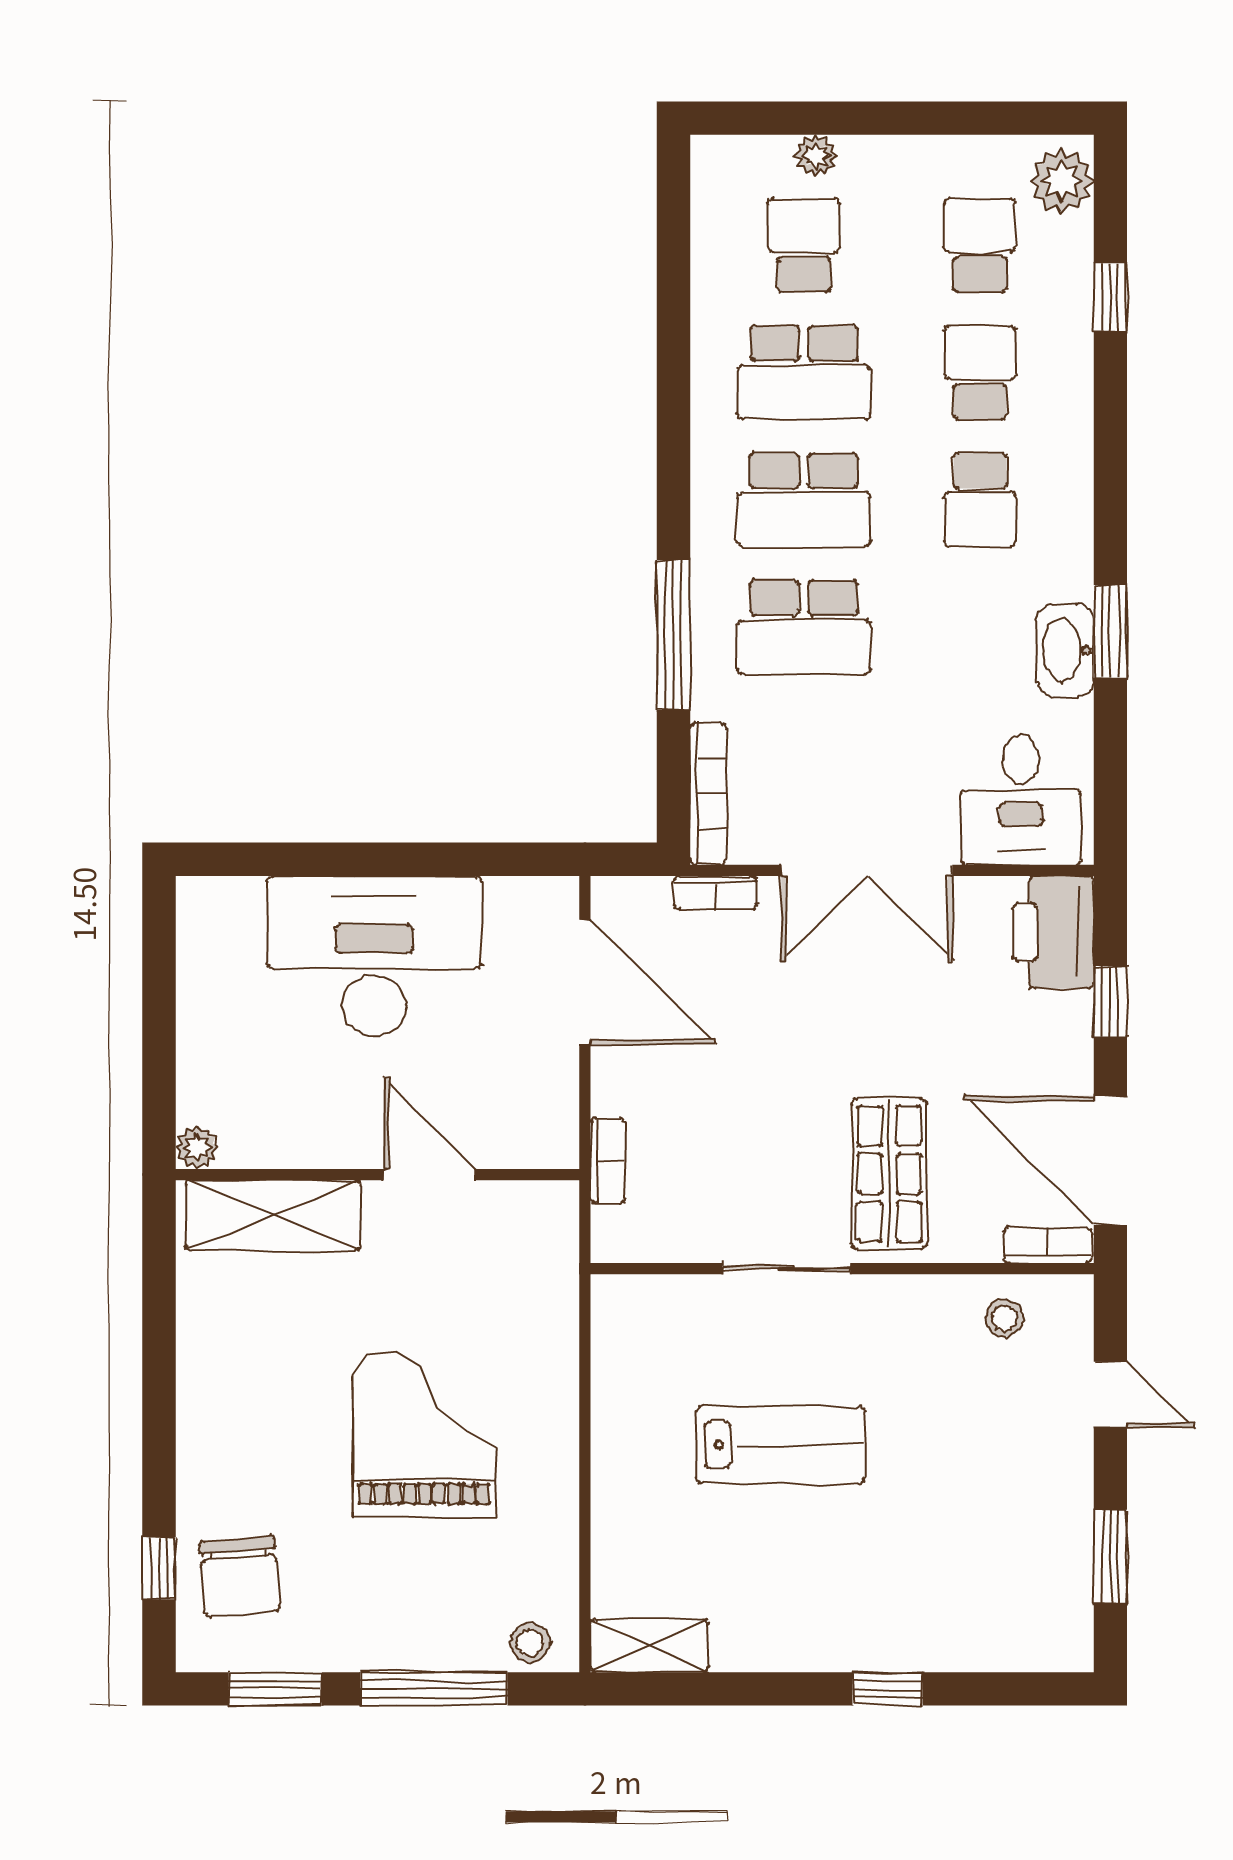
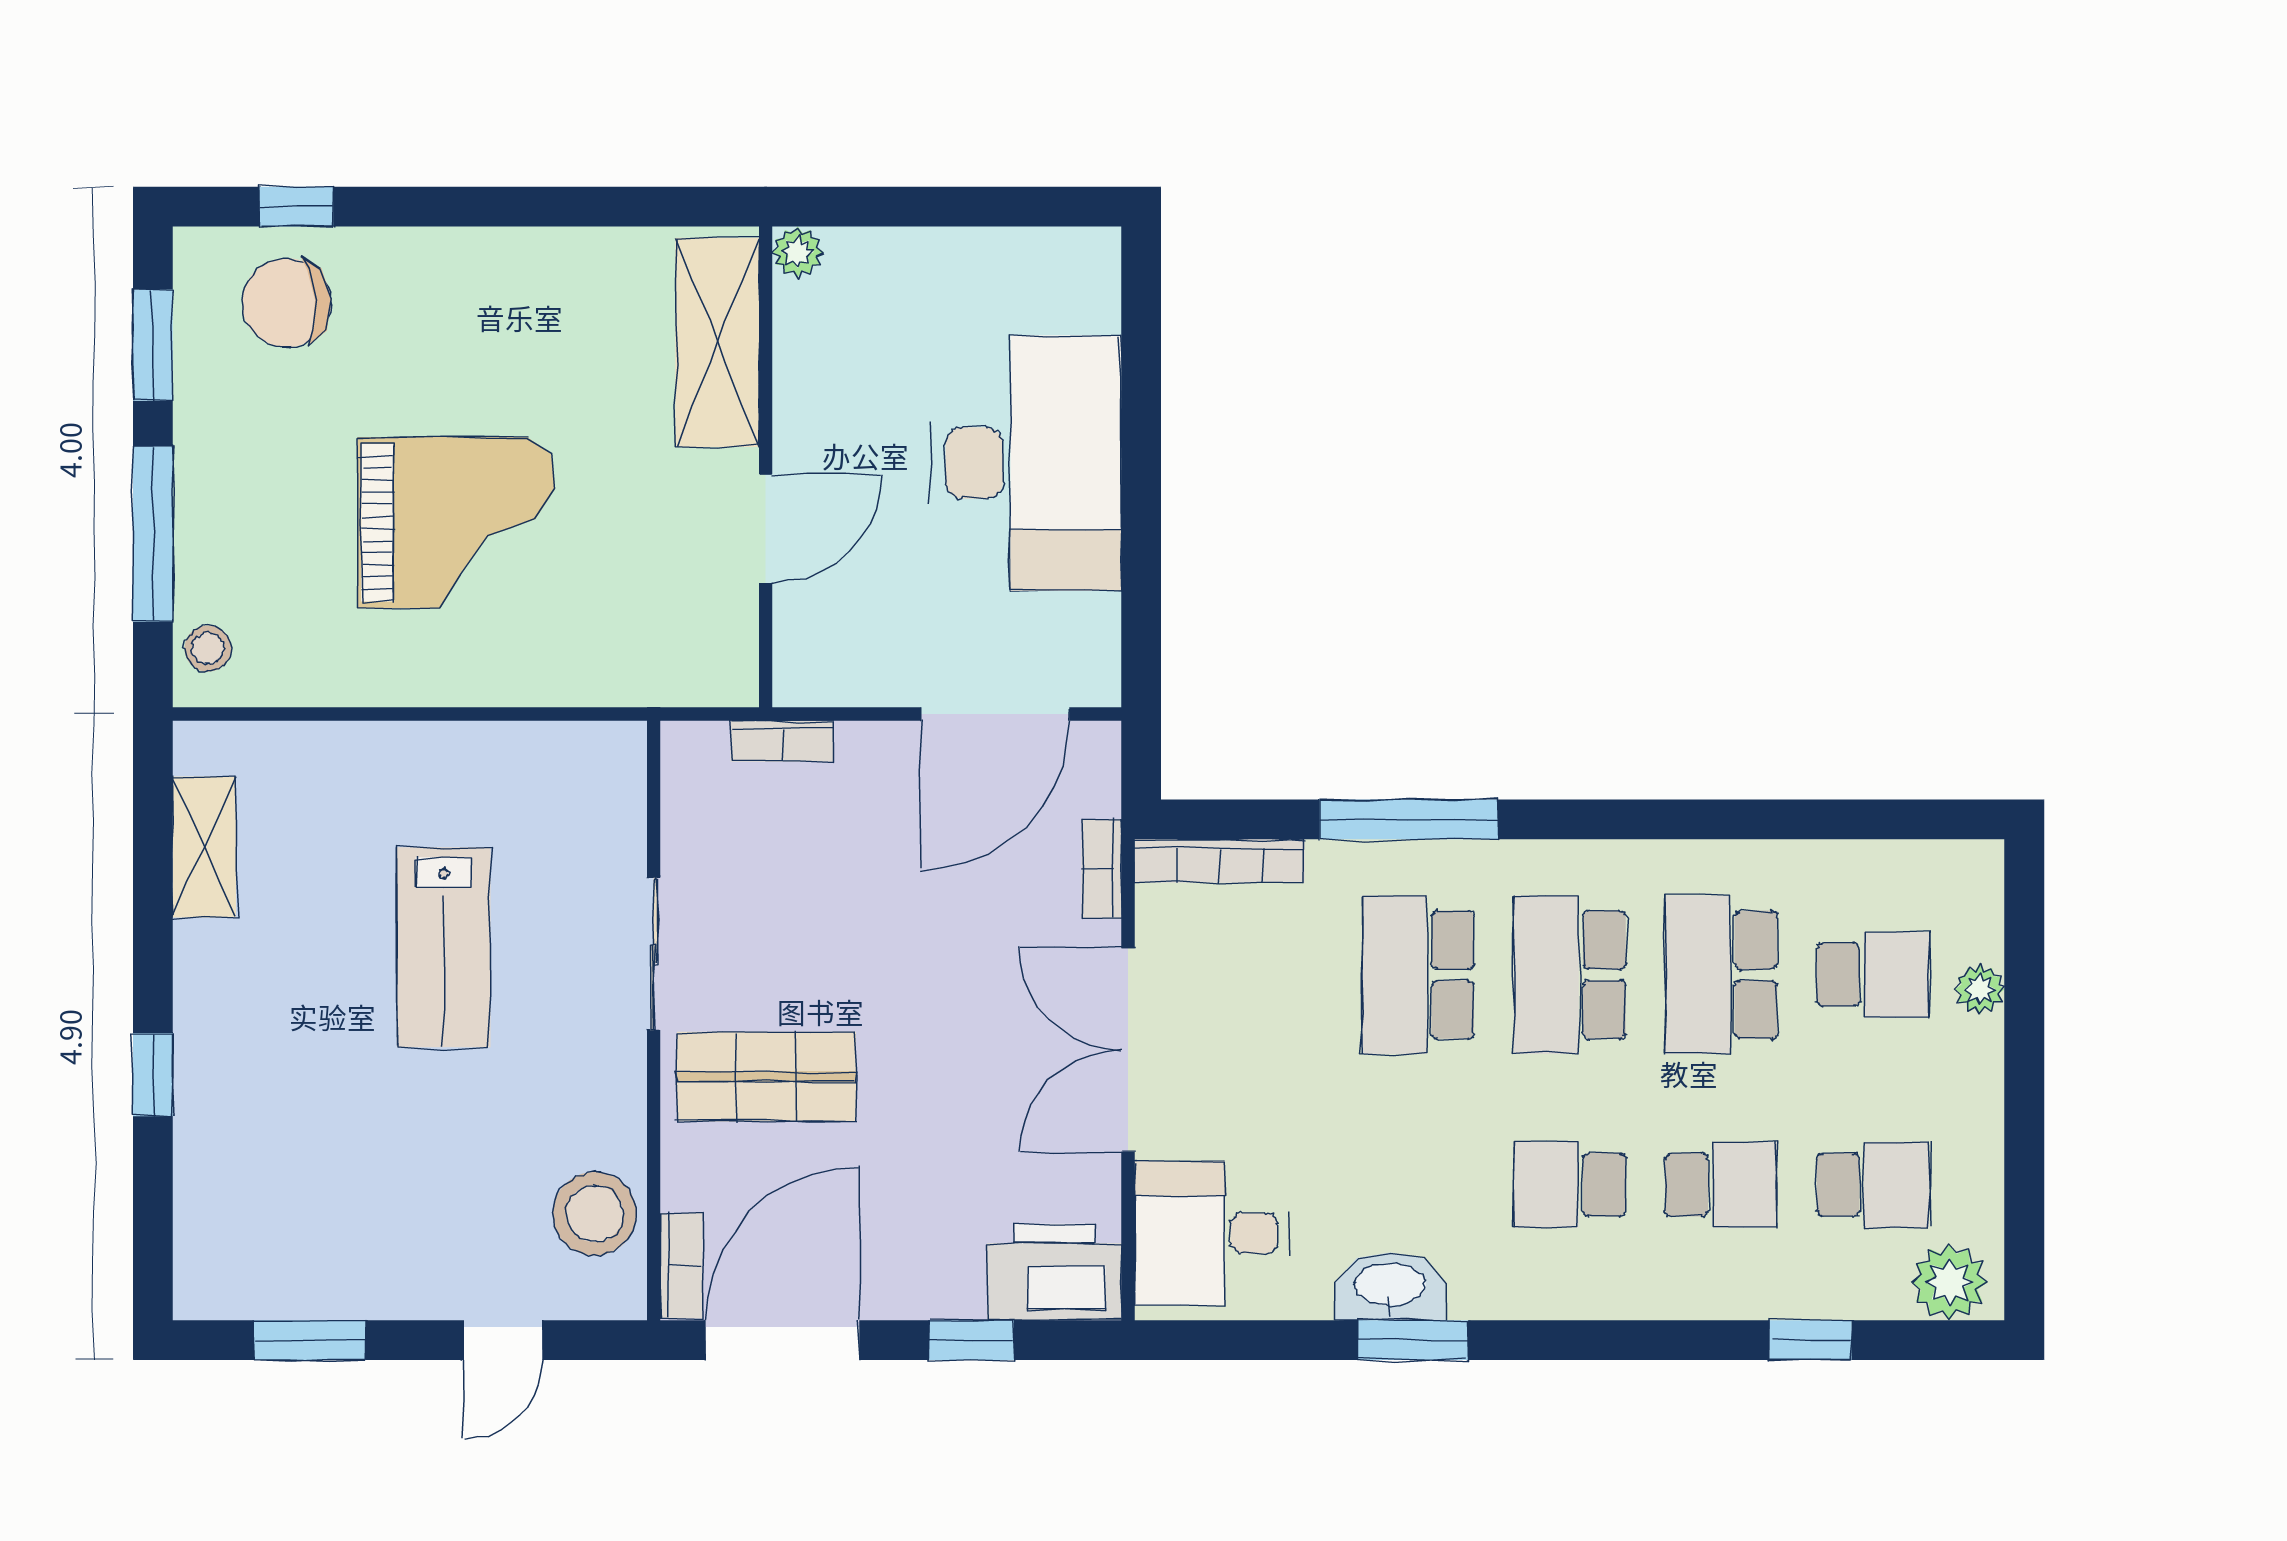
stool: (1004, 1318) -> (595, 1214), width x1.89, depth x1.89
shelving: (650, 1646) -> (204, 847), moved

